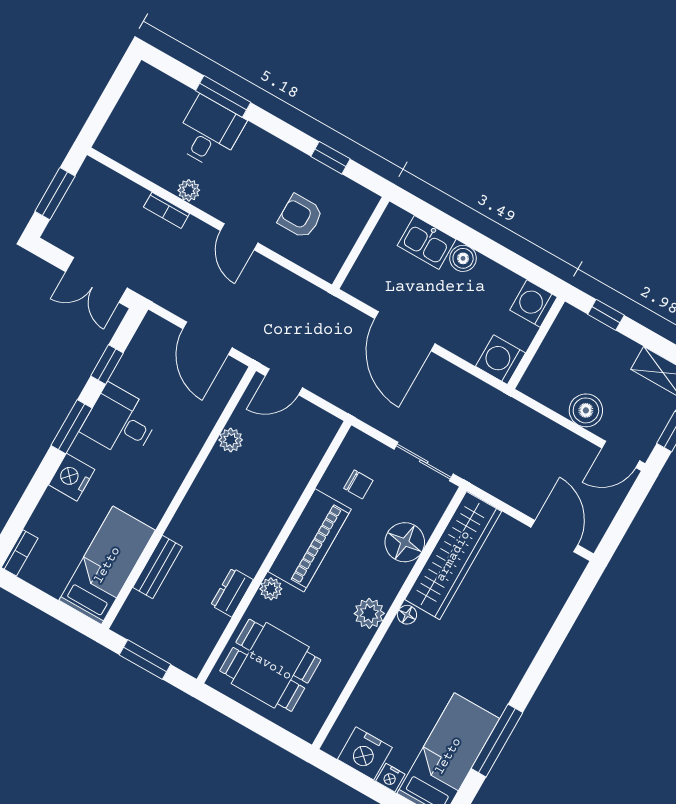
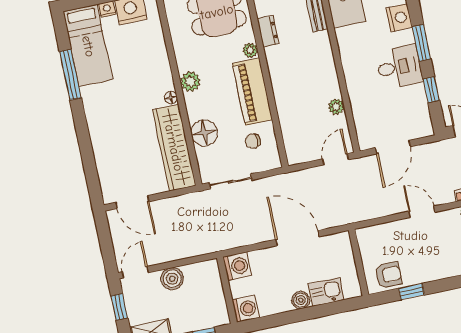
armchair: (300, 216) -> (388, 275), moved
door: (208, 338) -> (393, 147), swing flipped

